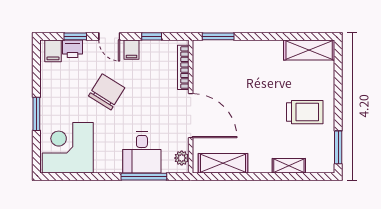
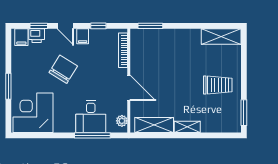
door: (191, 116) -> (129, 88), width x0.73
shelving: (289, 166) -> (187, 127), moved

